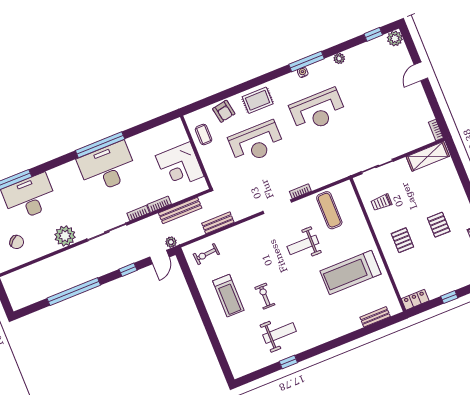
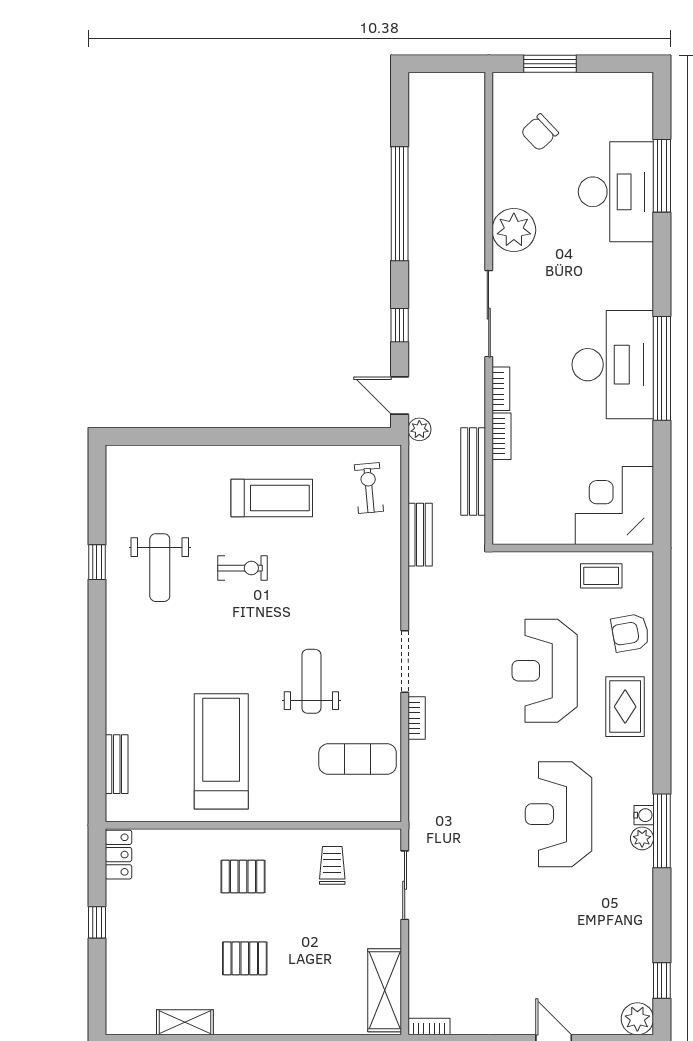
plant: (339, 58) -> (642, 838), moved
corner desk: (180, 166) -> (614, 505), moved
treadmill: (228, 296) -> (272, 498), turned 180

